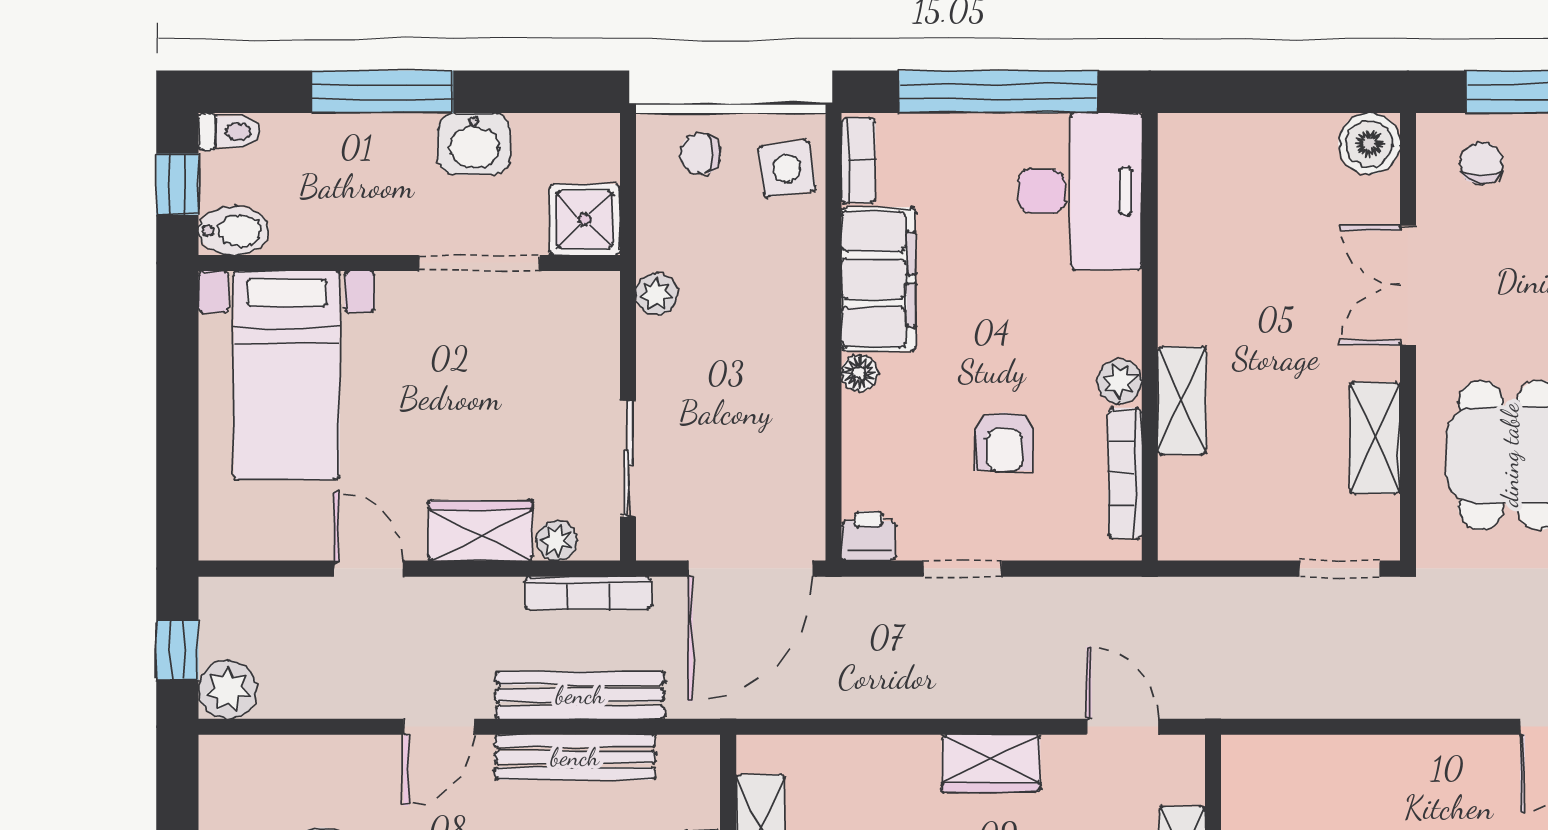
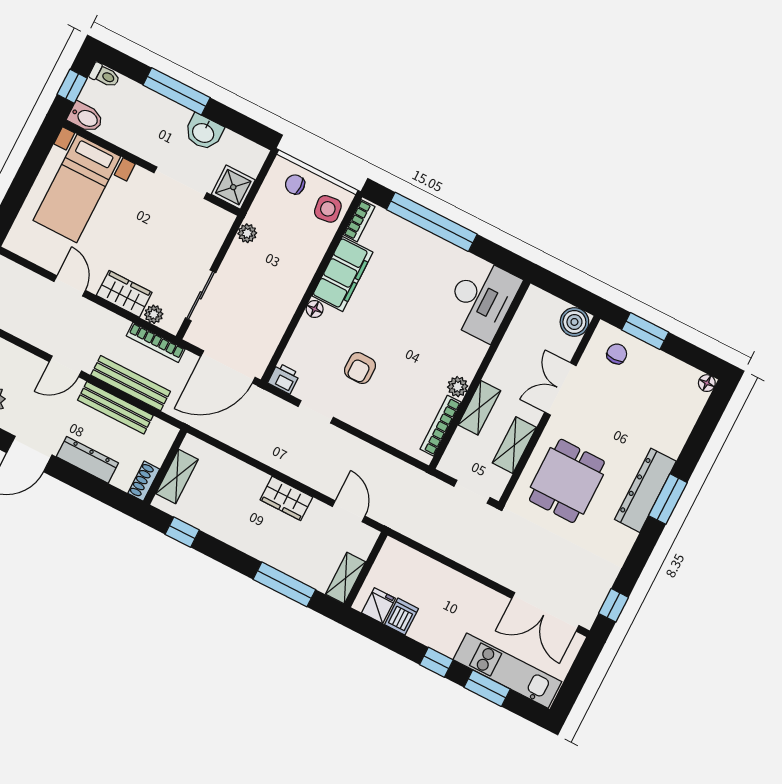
desk: (1080, 191) -> (482, 299), moved
wall: (1150, 337) -> (480, 374), moved
plant: (1120, 381) -> (458, 387), moved
shelving: (1182, 401) -> (479, 408), moved
bookcase: (1125, 473) -> (441, 426), moved

